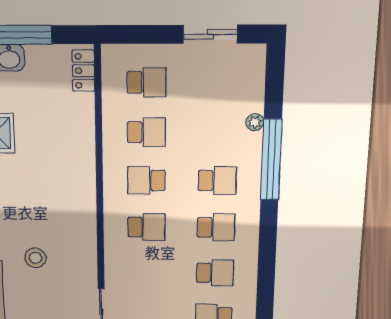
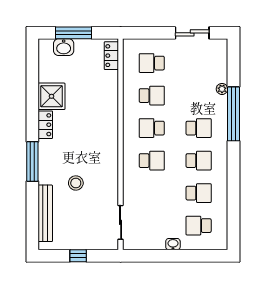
school desk: (146, 82) -> (152, 63), turned 180

